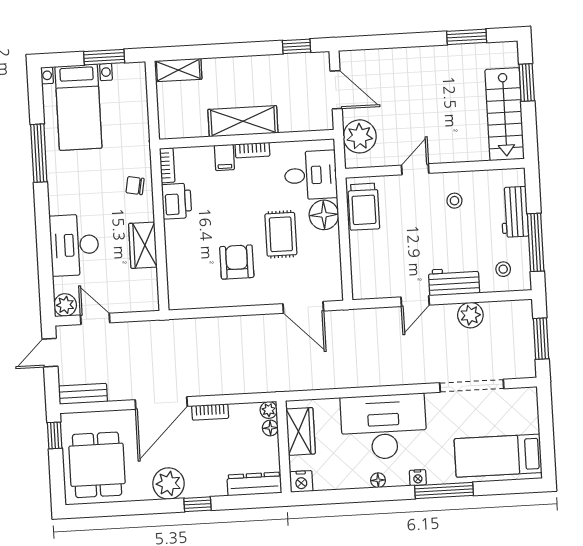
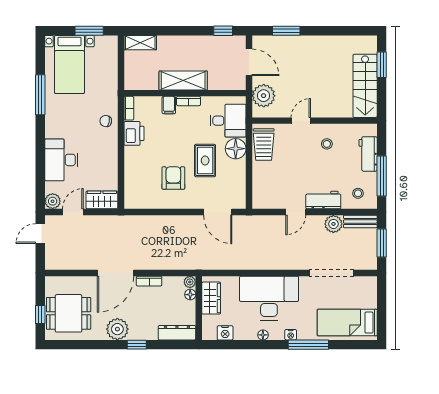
window: (467, 37) -> (286, 31), moved
wardrobe: (143, 245) -> (102, 200), moved, turned 90
door: (95, 319) -> (73, 212), hinge flipped
bench: (83, 394) -> (360, 221), moved
window: (55, 435) -> (40, 315), moved
dining table: (97, 465) -> (69, 313), turned 90
nightstand: (301, 481) -> (225, 333), moved

